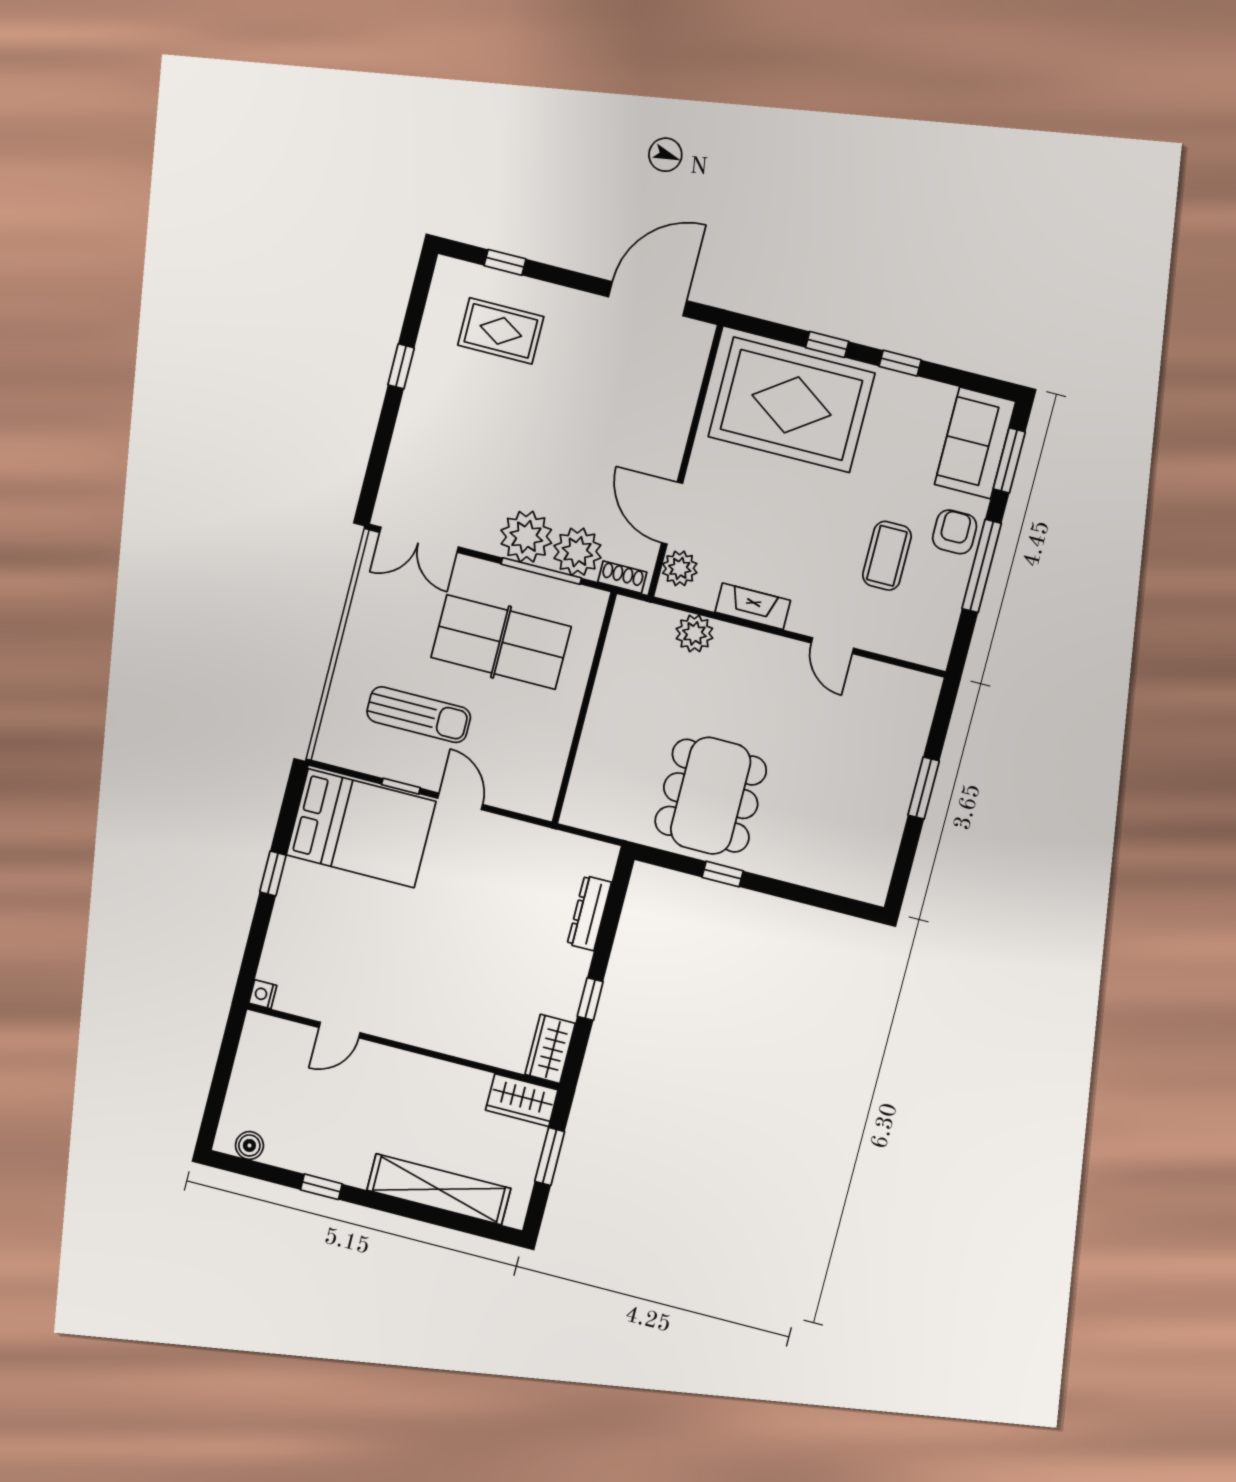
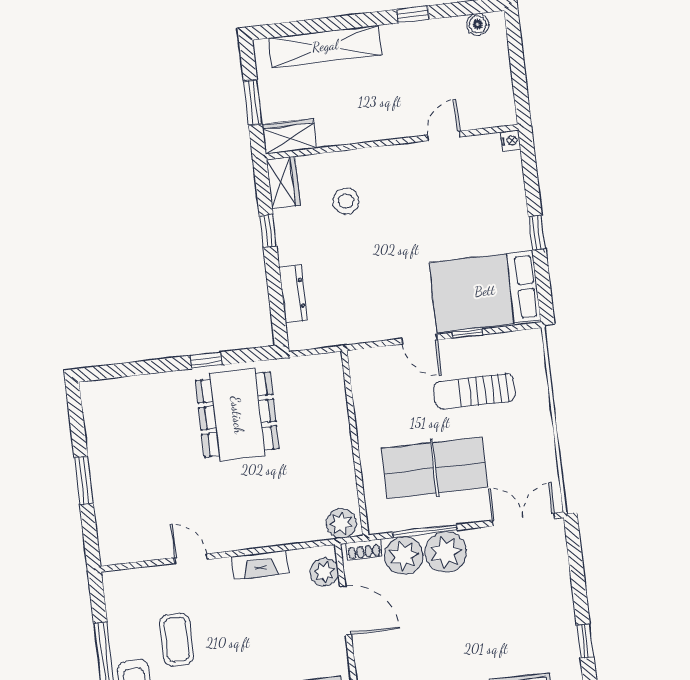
plant: (694, 633) -> (341, 523), moved
stool: (485, 998) -> (346, 201), added

